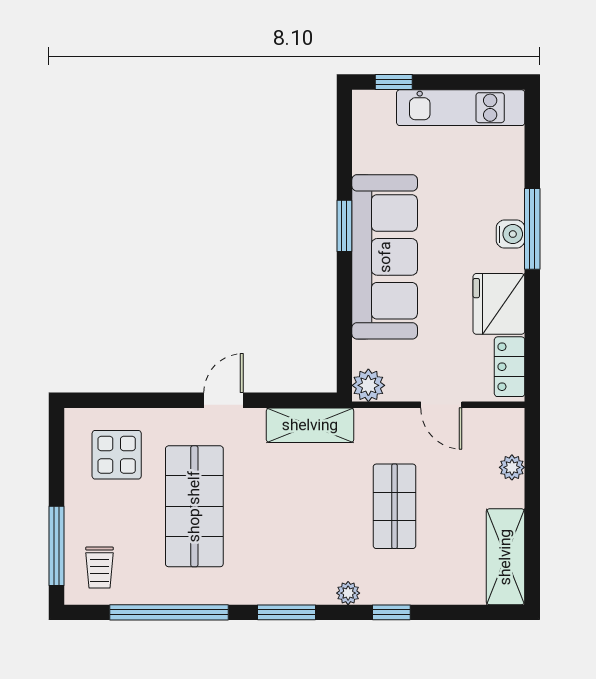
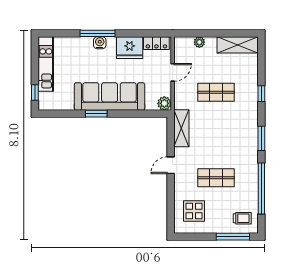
door: (224, 400) -> (171, 165), hinge flipped
shop shelf: (194, 506) -> (216, 178), width x0.70, depth x0.74
plant: (348, 593) -> (253, 112), removed

